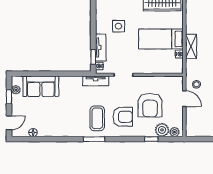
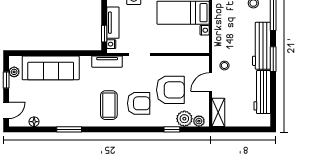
shelving: (191, 46) -> (218, 112), moved
sofa: (41, 86) -> (51, 68), width x1.36
door: (184, 99) -> (210, 82), swing flipped
armchair: (150, 105) -> (170, 90), turned -90
window: (94, 139) -> (69, 129), moved

